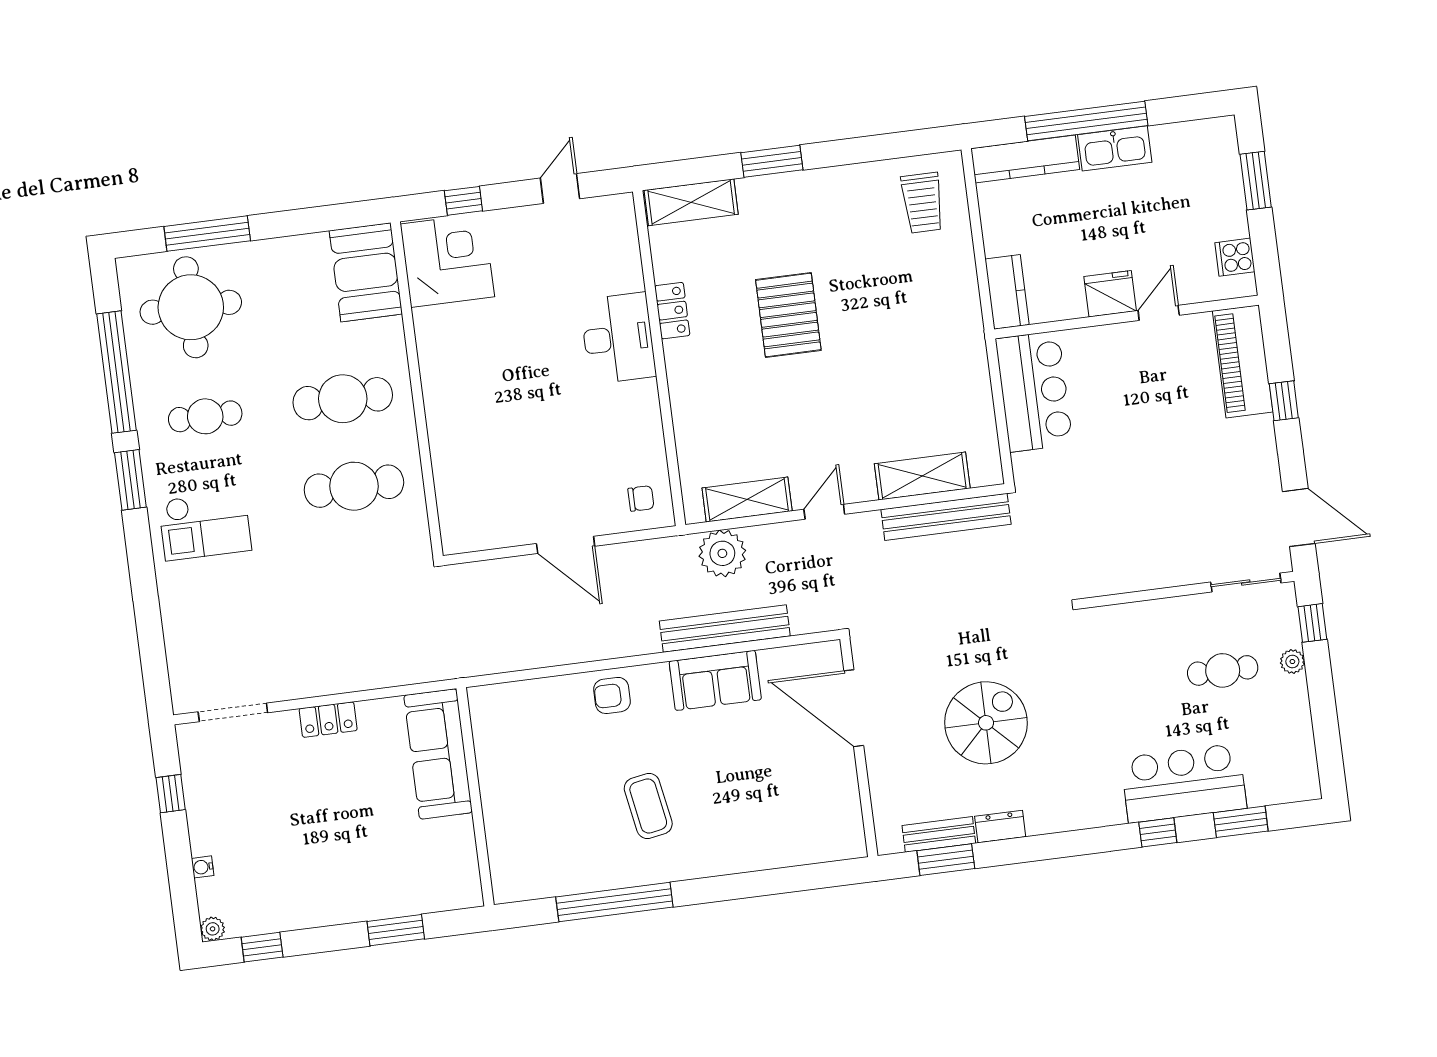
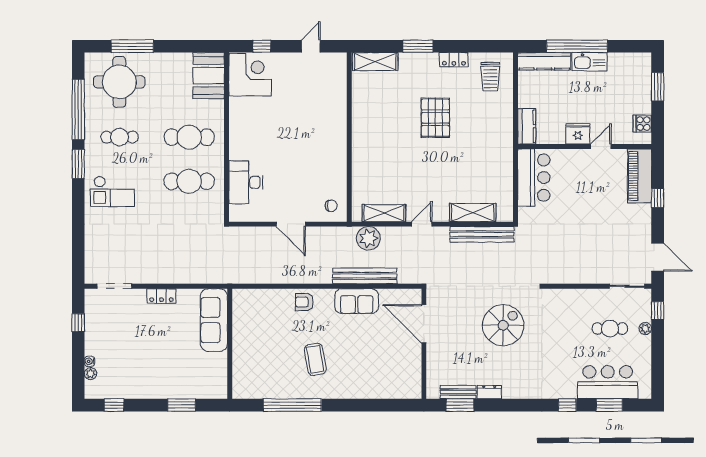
locker: (672, 311) -> (454, 60), moved, turned 90
pallet: (788, 315) -> (435, 118), moved
desk: (618, 338) -> (246, 182), moved, turned 180
spiral stairs: (986, 723) -> (503, 325), moved
bar counter: (1184, 783) -> (608, 382), moved
plant: (213, 929) -> (91, 374), moved

